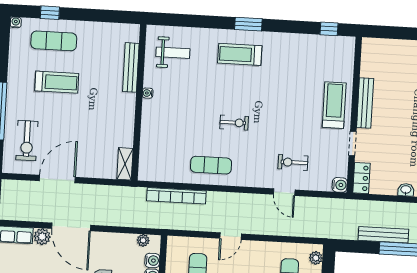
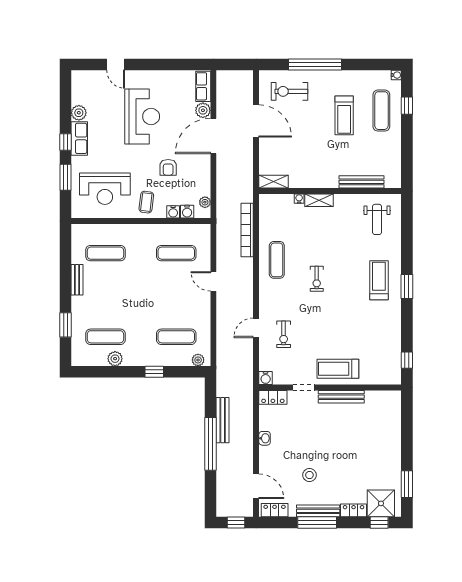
water cooler: (148, 93) -> (299, 199), moved
treadmill: (334, 105) -> (338, 369), turned 180
shelving: (148, 115) -> (319, 200), added
exercise bike: (293, 162) -> (284, 334), turned 180

